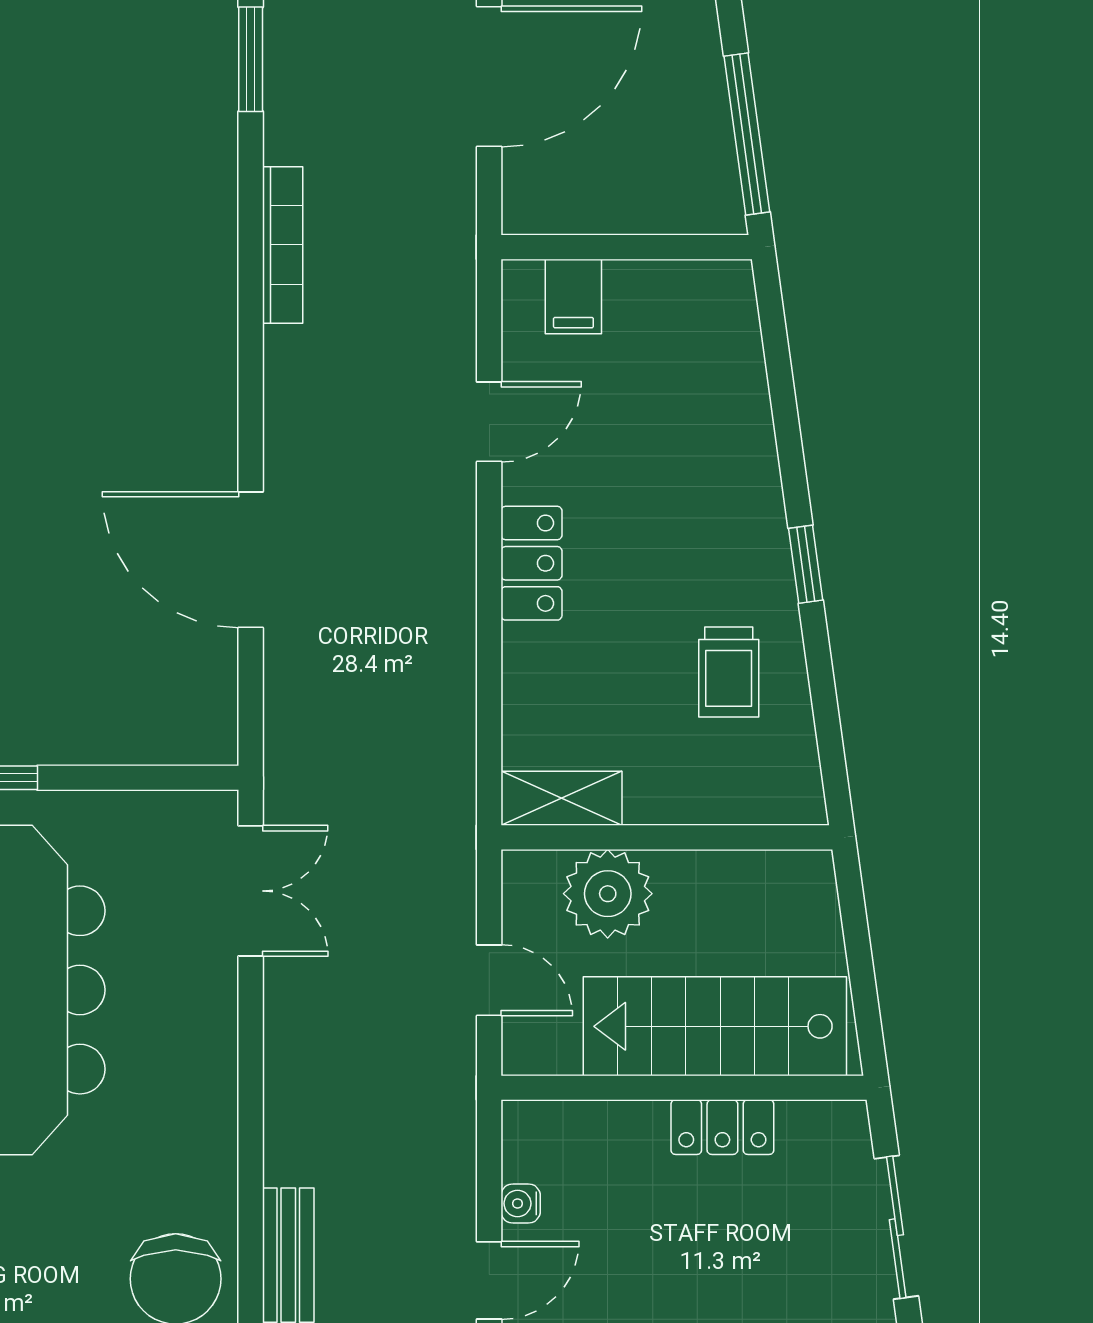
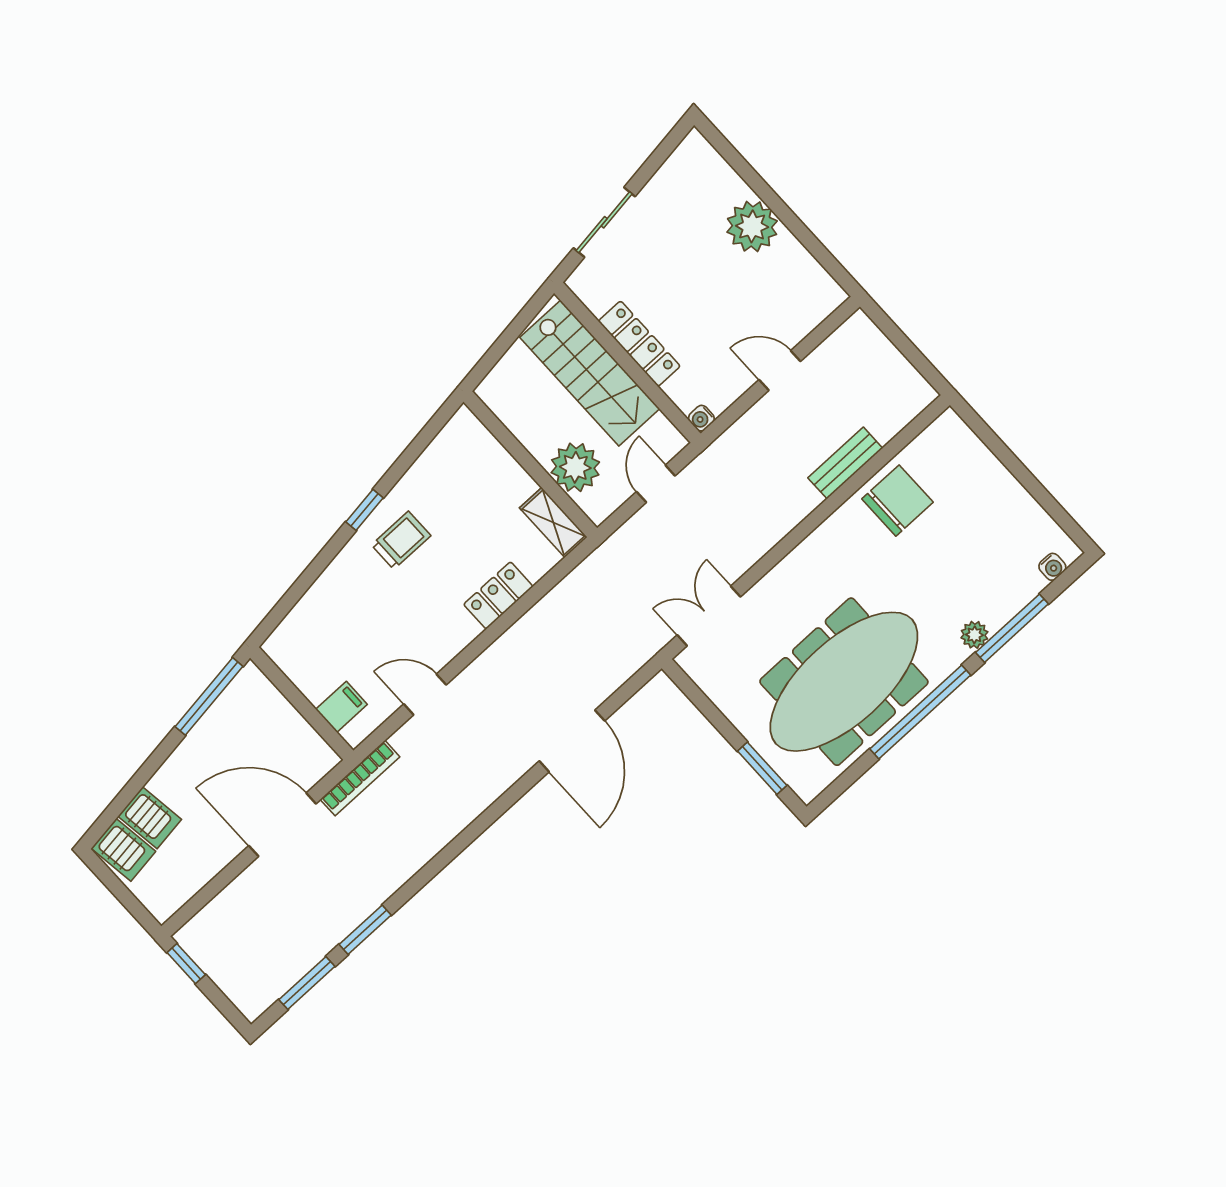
bookcase: (283, 245) -> (360, 778), moved, turned 180
locker: (531, 563) -> (498, 595), moved
trolley: (729, 672) -> (401, 540), moved
locker: (722, 1127) -> (639, 344), width x1.53
water cooler: (521, 1203) -> (701, 418), moved, turned 90

